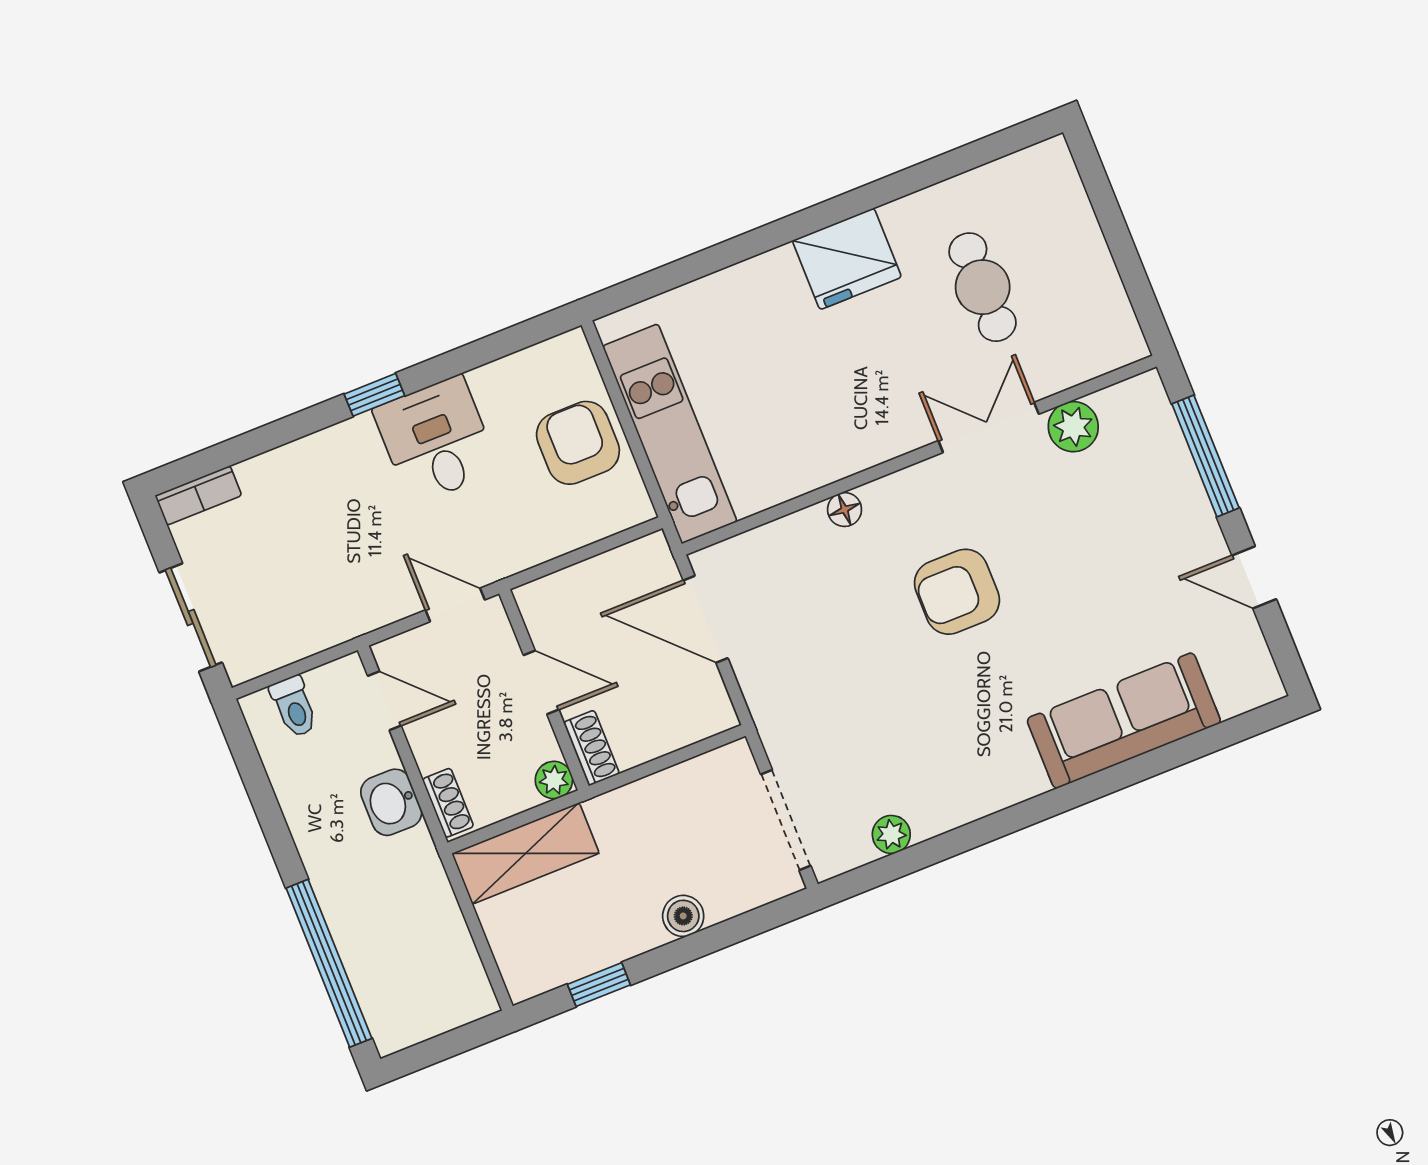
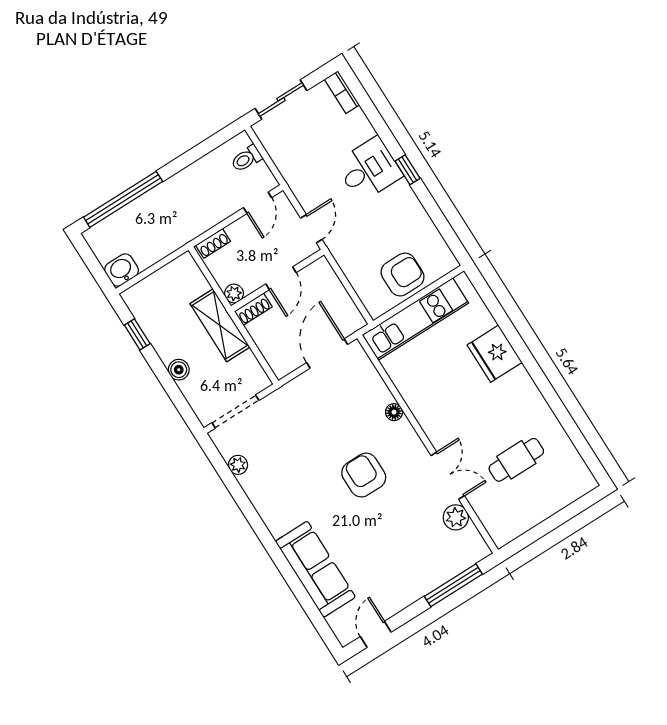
fridge: (847, 259) -> (495, 354), moved
desk: (436, 440) -> (369, 169), moved
door: (1254, 577) -> (376, 634), moved
washbasin: (391, 802) -> (122, 270), moved
shelving: (526, 853) -> (220, 325), moved

